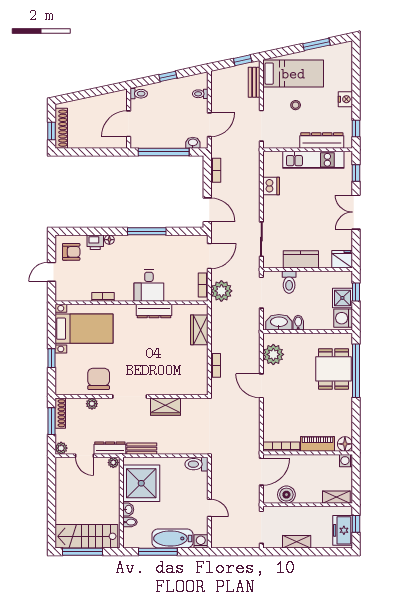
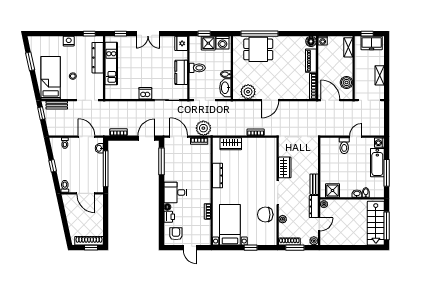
dishwasher: (271, 186) -> (145, 93), moved
window: (147, 231) -> (161, 161), moved
toilet: (289, 282) -> (197, 68), moved
desk: (149, 285) -> (175, 192), moved, turned 180
toilet: (197, 464) -> (344, 146), moved
shower: (141, 483) -> (333, 191), width x0.54, depth x0.54

